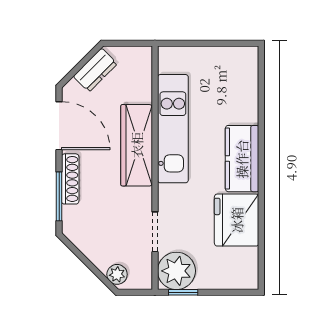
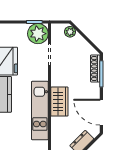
wardrobe: (137, 145) -> (59, 102), width x0.67
shoe rack: (70, 179) -> (95, 68), moved

